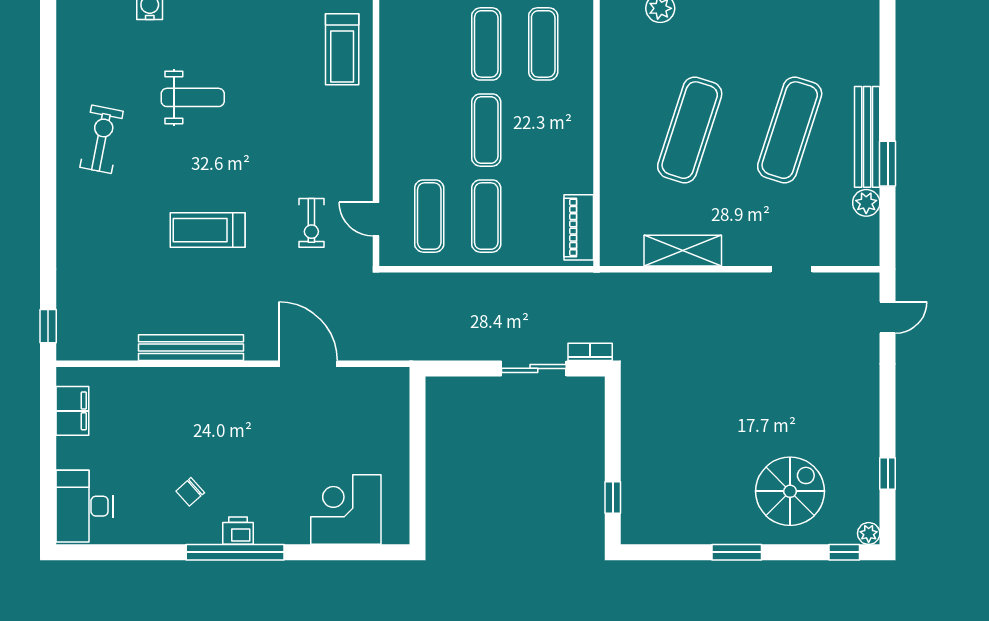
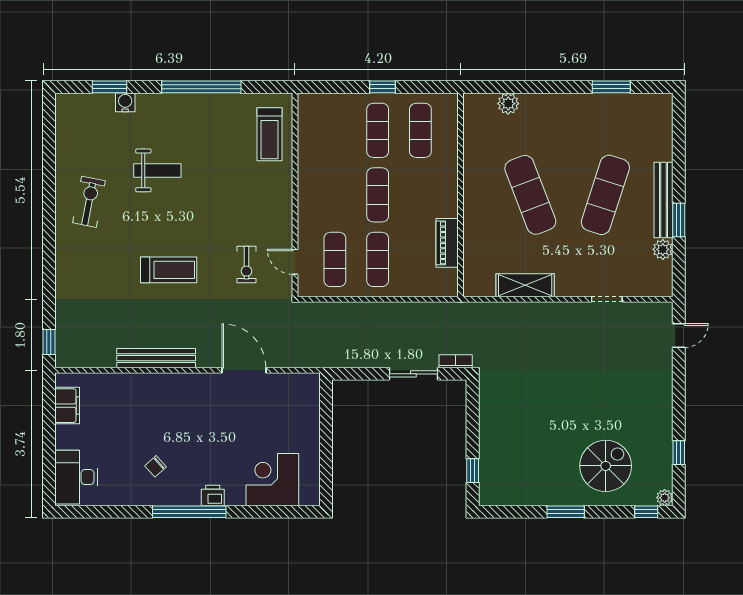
exercise mat: (690, 130) -> (530, 195), turned -39
piano: (579, 227) -> (447, 243), moved
treadmill: (208, 230) -> (169, 270), turned 180
printer: (238, 531) -> (213, 495), moved

